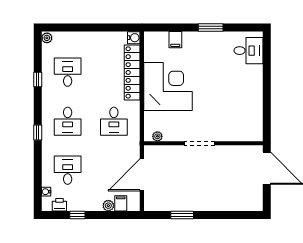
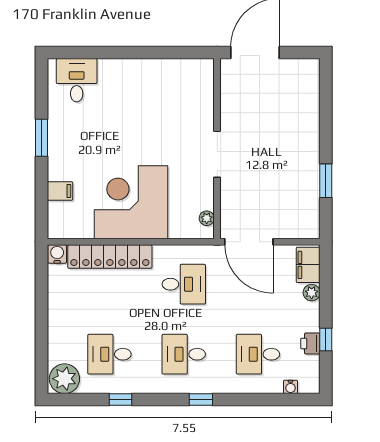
plant: (47, 38) -> (64, 379), width x1.88, depth x1.88
desk: (68, 121) -> (184, 354), turned 180
door: (142, 175) -> (249, 242), moved
filing cabinet: (121, 203) -> (308, 265), width x2.00
printer: (59, 205) -> (310, 344), moved

